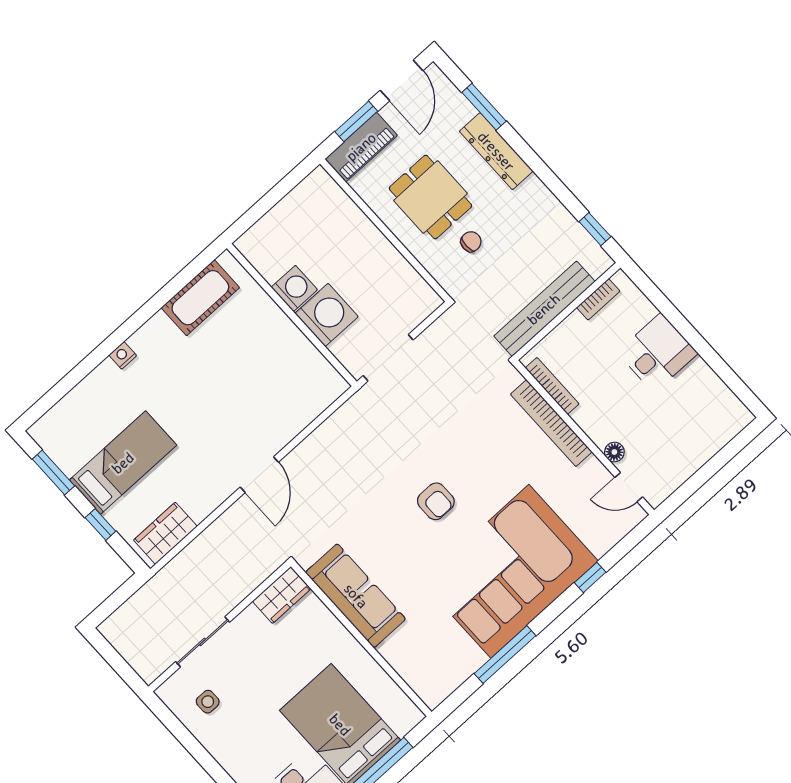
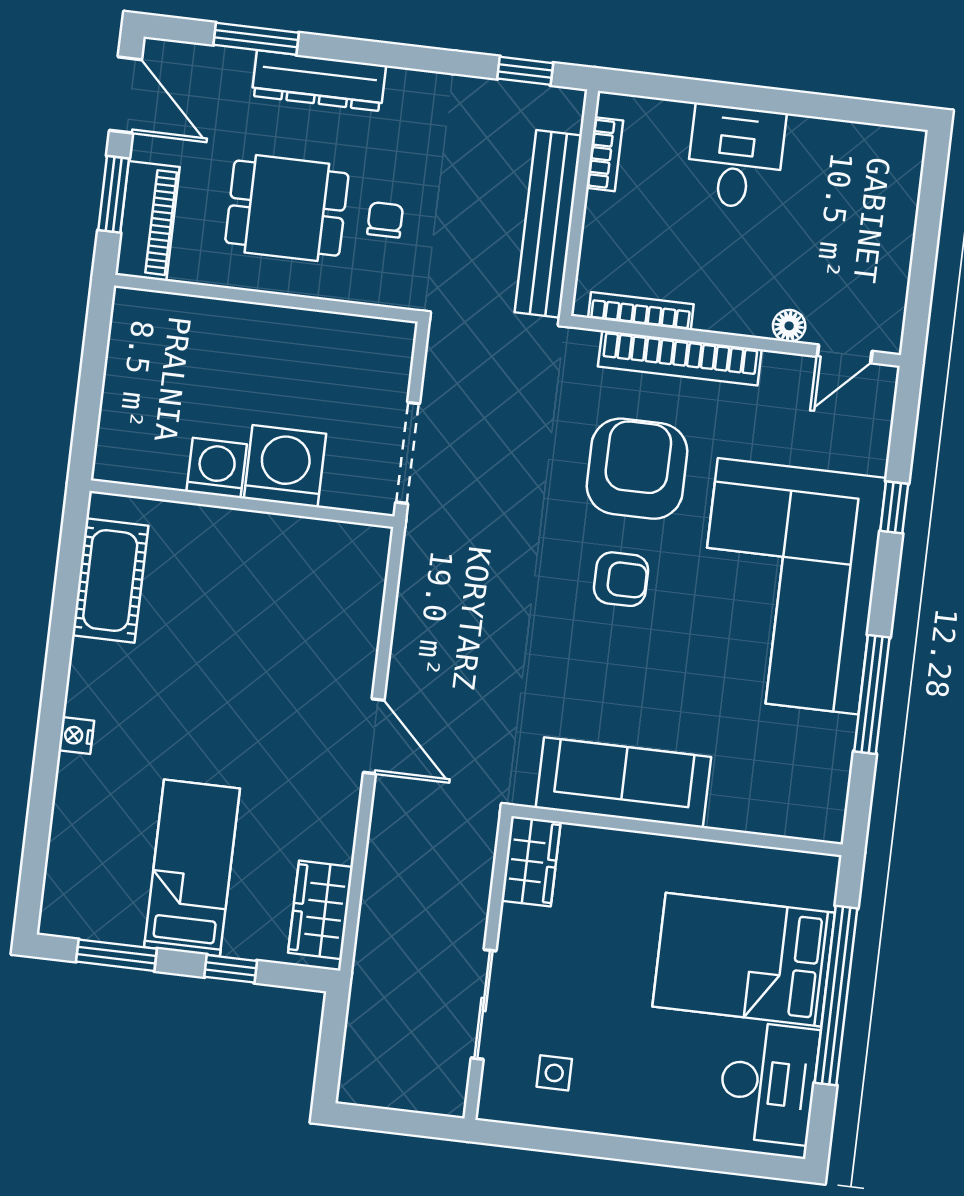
armchair: (487, 457) -> (637, 469), added

